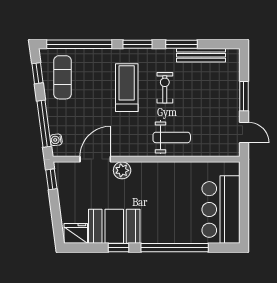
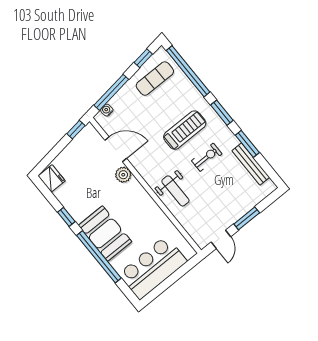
booth: (114, 226) -> (105, 233), moved

